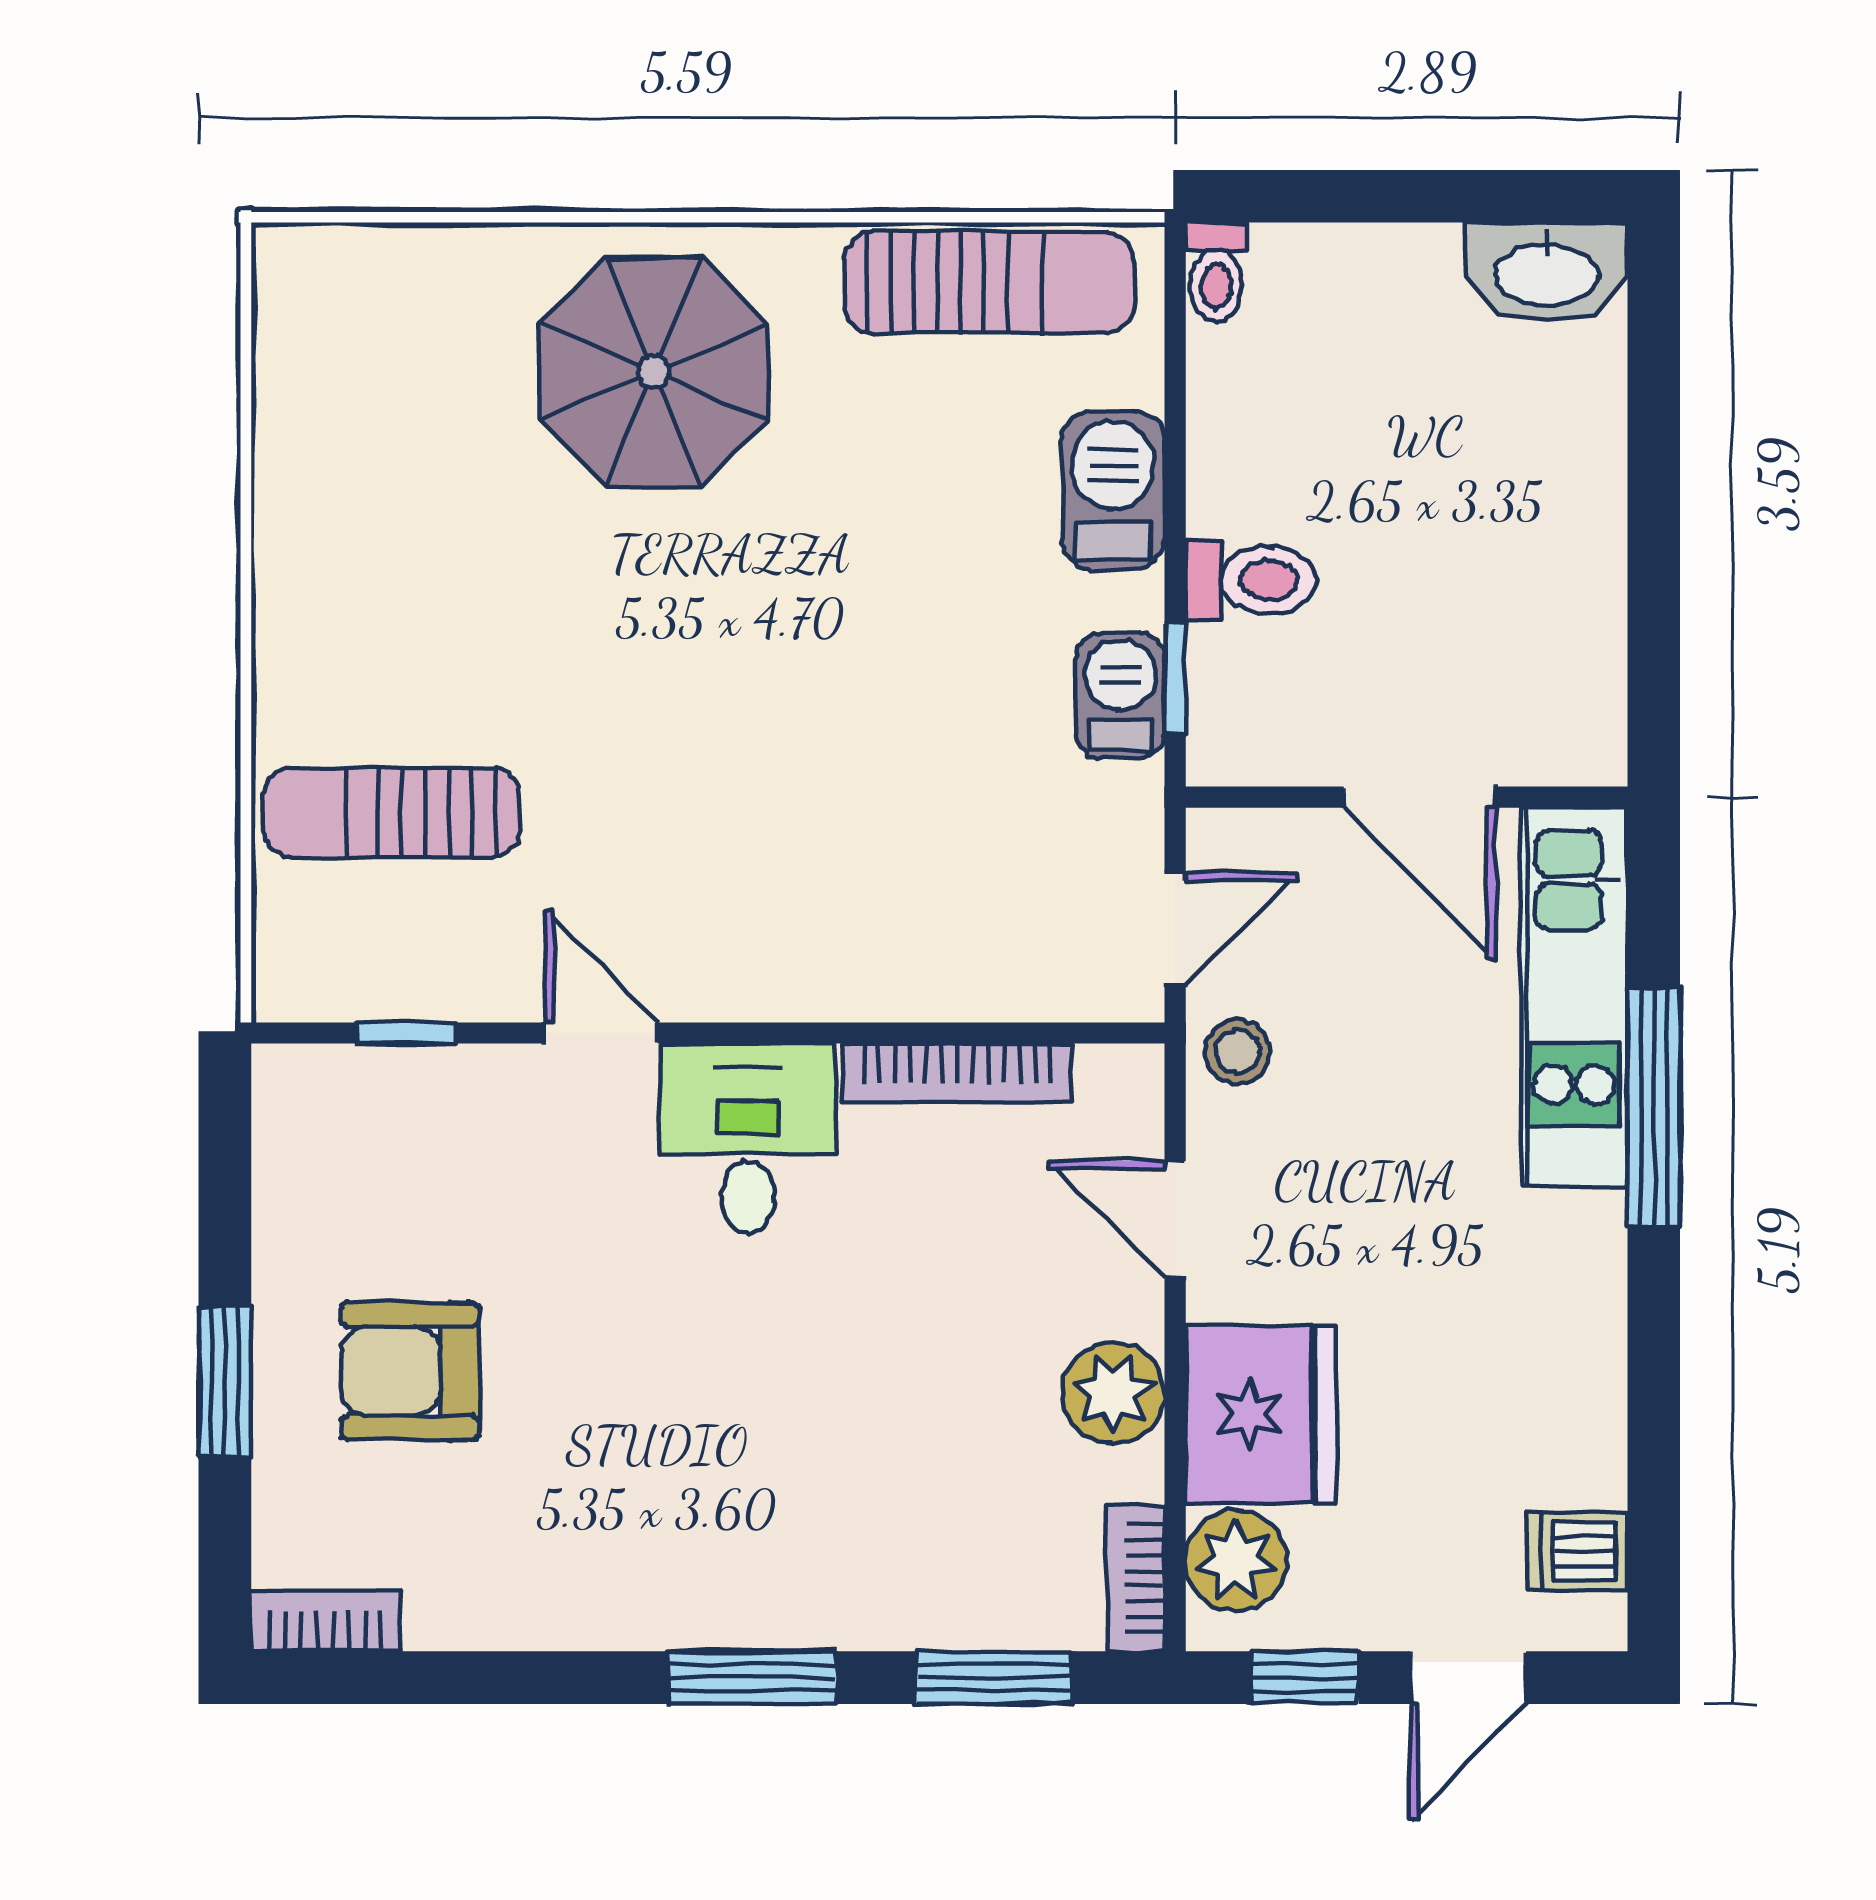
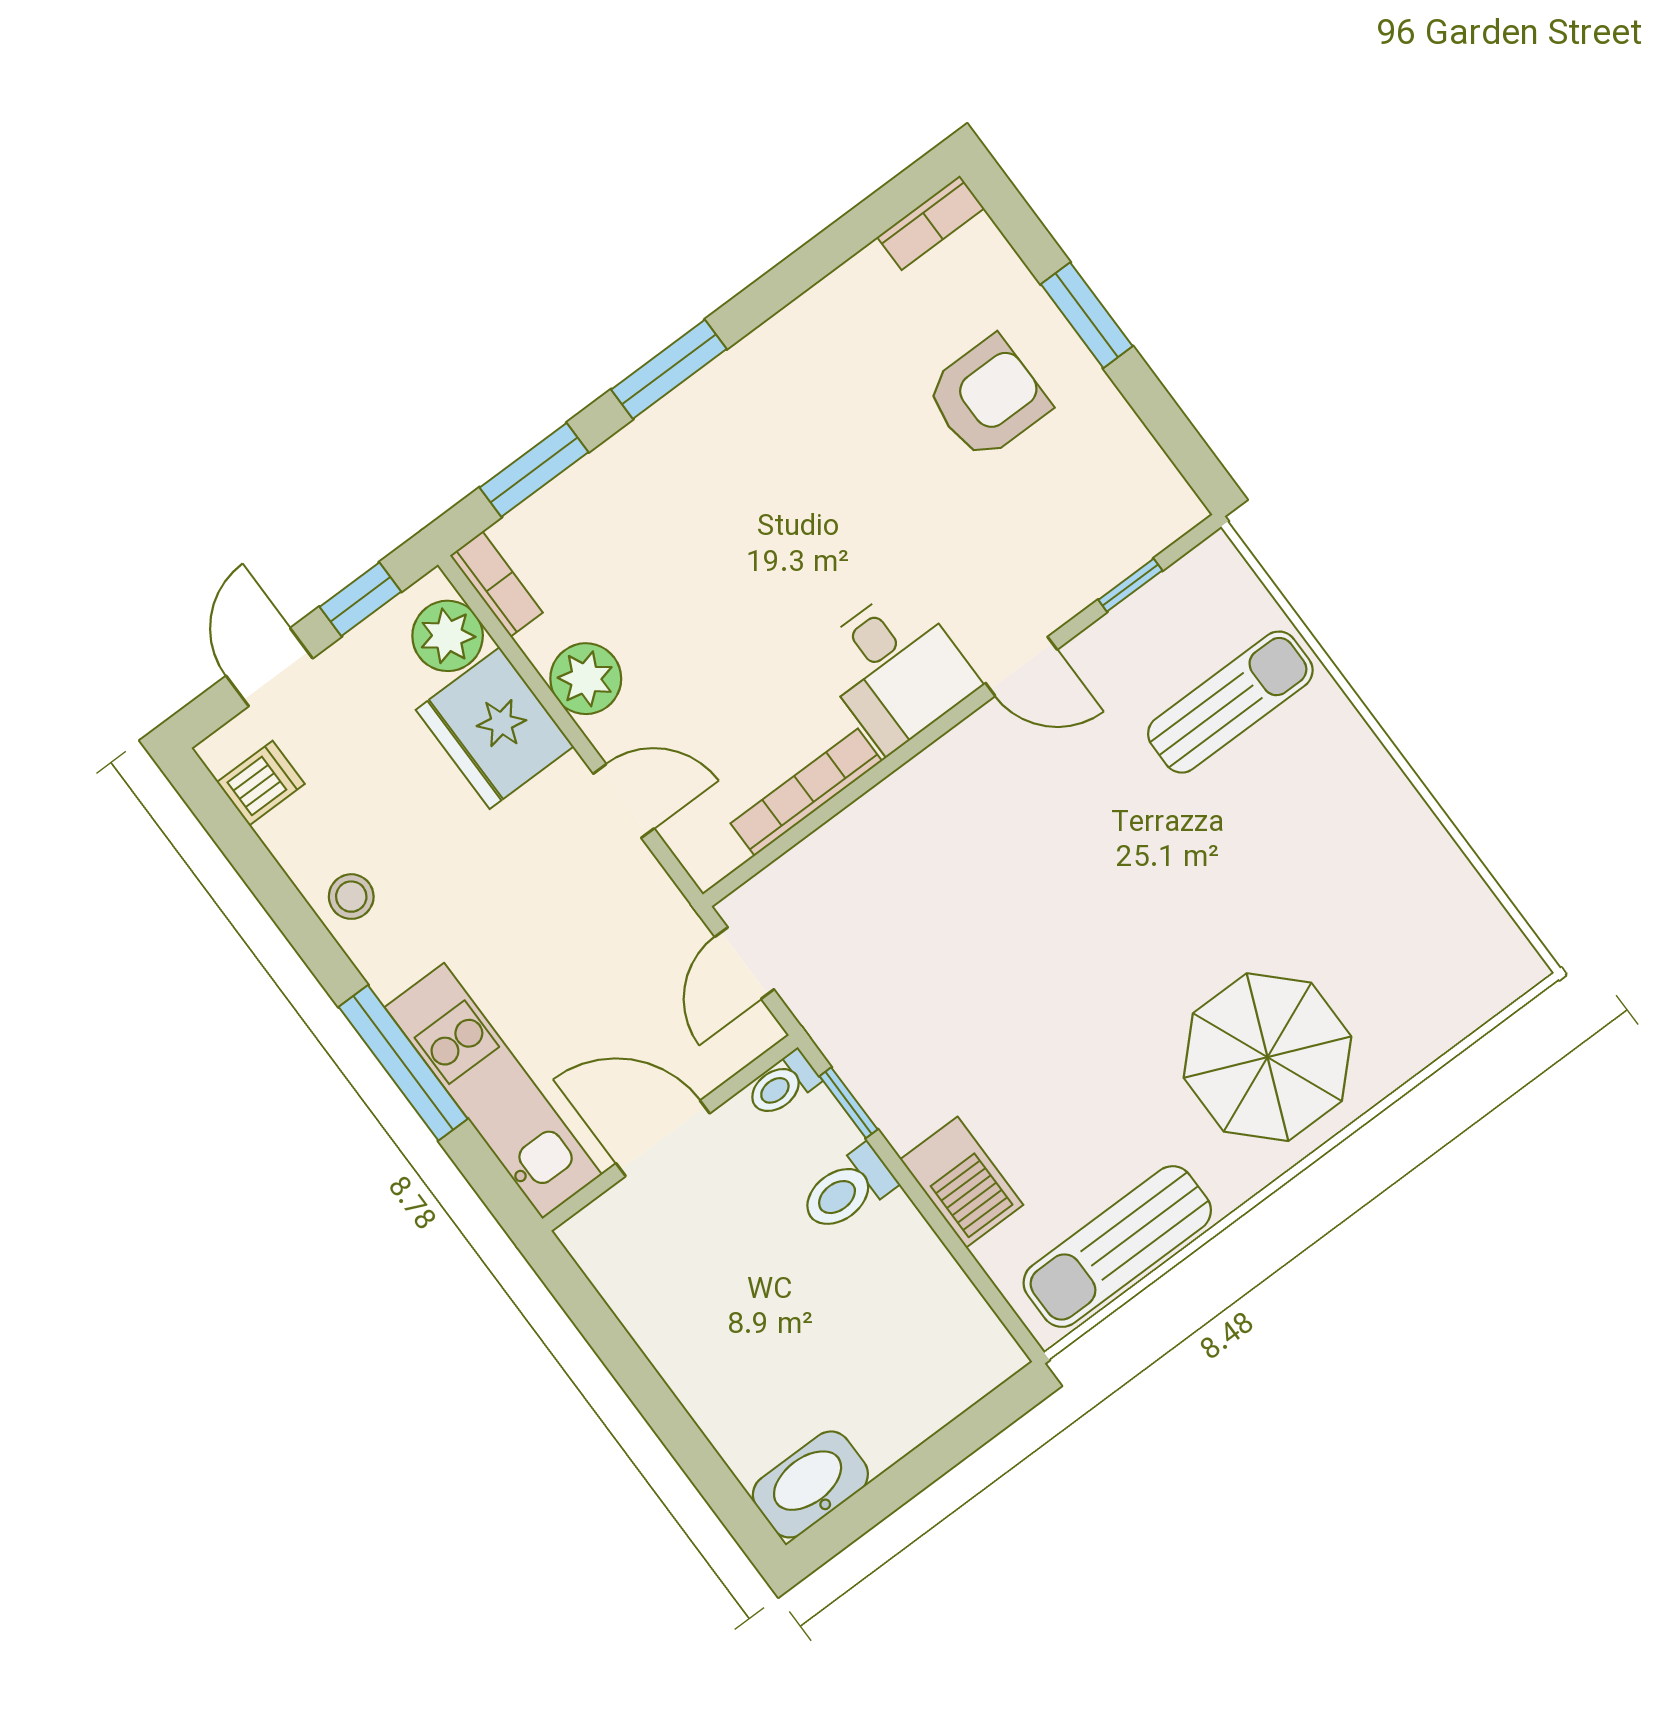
toilet: (1216, 272) -> (783, 1085), moved, turned -90
barbecue: (1120, 696) -> (872, 1071), removed
stool: (1237, 1052) -> (351, 897), moved

